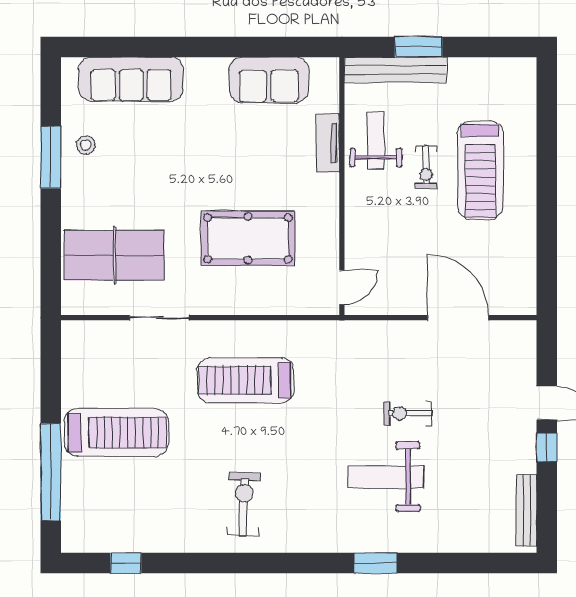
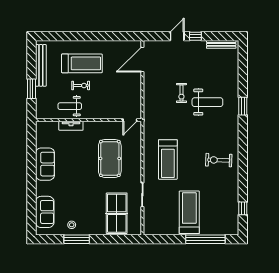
bench: (395, 70) -> (41, 65), moved
sofa: (131, 79) -> (45, 212), width x0.73
sofa: (269, 80) -> (45, 164), moved
door: (342, 287) -> (130, 120), swing flipped
door: (458, 318) -> (142, 60), moved
weight bench: (386, 477) -> (207, 102), turned -90

